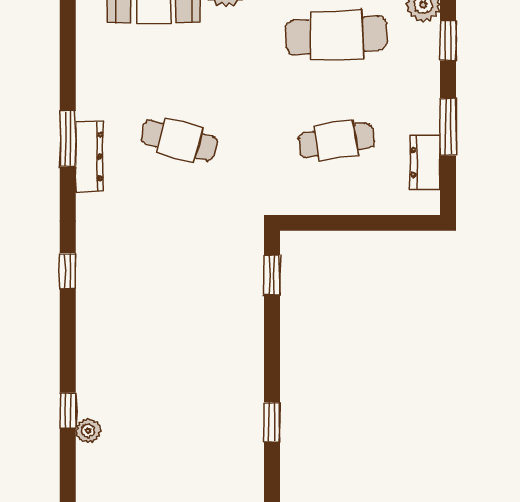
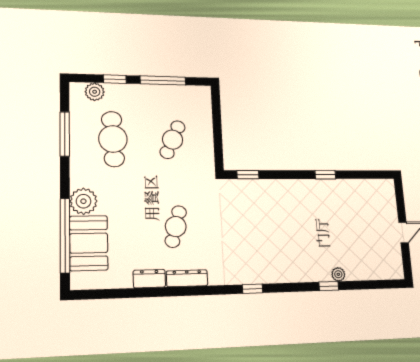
window: (448, 127) -> (163, 80), width x1.44
window: (68, 139) -> (177, 291), removed
cafe table: (336, 140) -> (173, 140), turned 33
dresser: (425, 162) -> (149, 279), moved, turned 180

